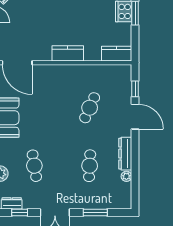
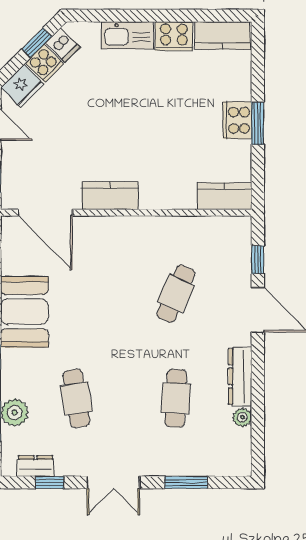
kitchen counter: (68, 53) -> (110, 196), moved

